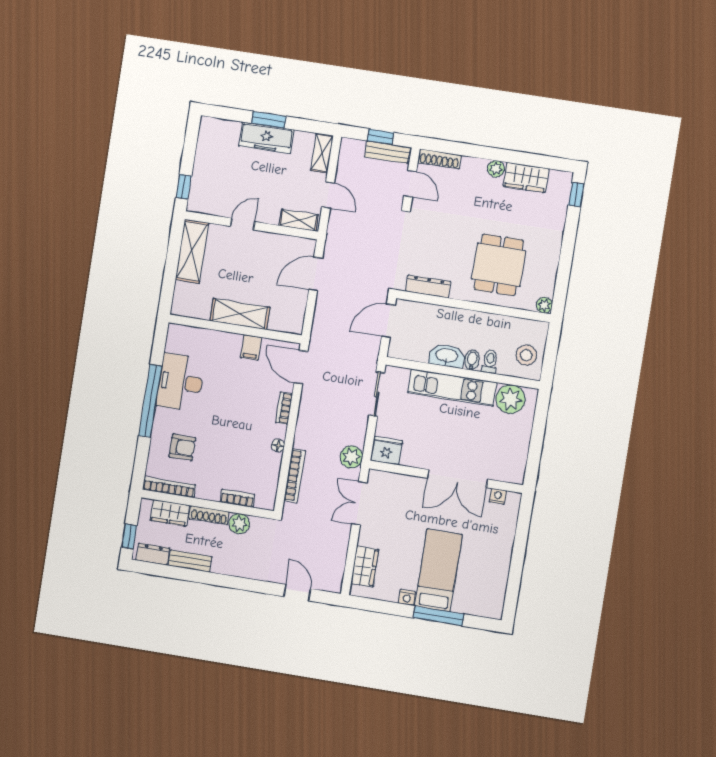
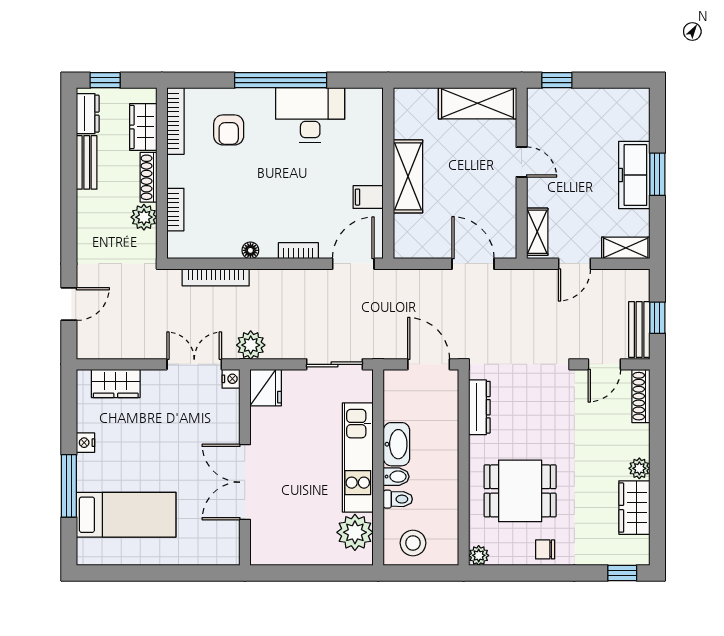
chair: (548, 252) -> (545, 549), added
nightstand: (498, 496) -> (231, 379), moved
bed: (438, 570) -> (126, 515), moved

